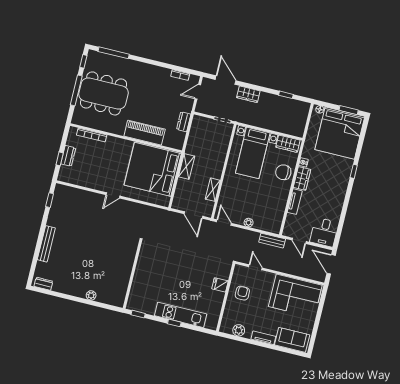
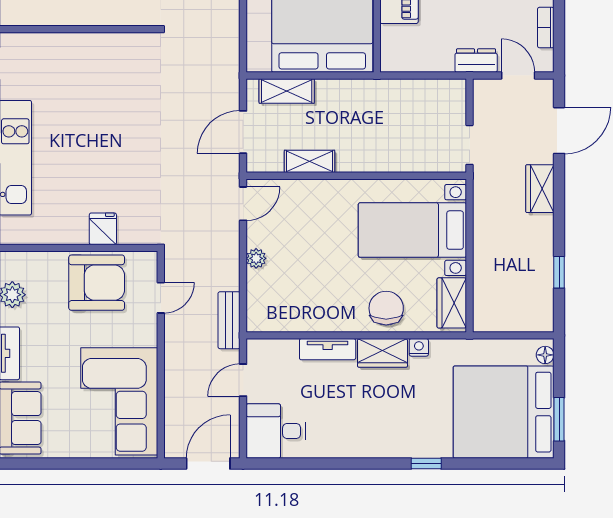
dresser: (184, 122) -> (476, 61), moved
shelving: (187, 166) -> (287, 91), moved
armchair: (242, 293) -> (97, 283), width x1.88, depth x1.88

